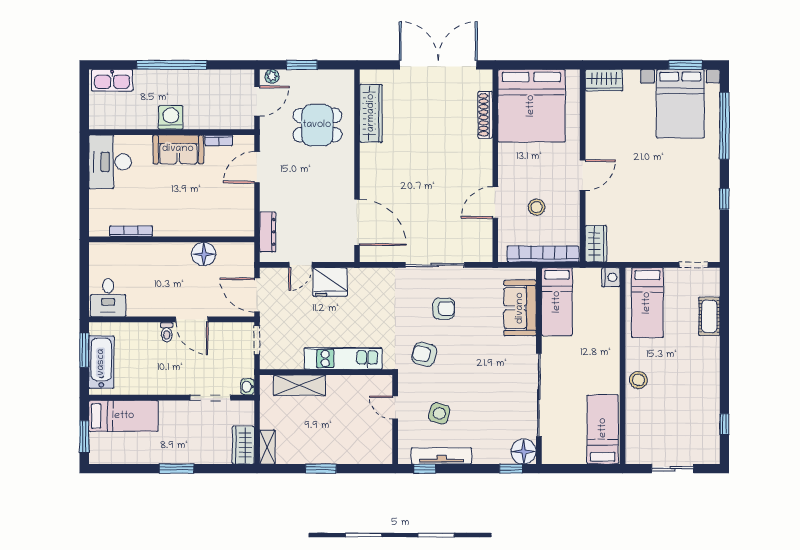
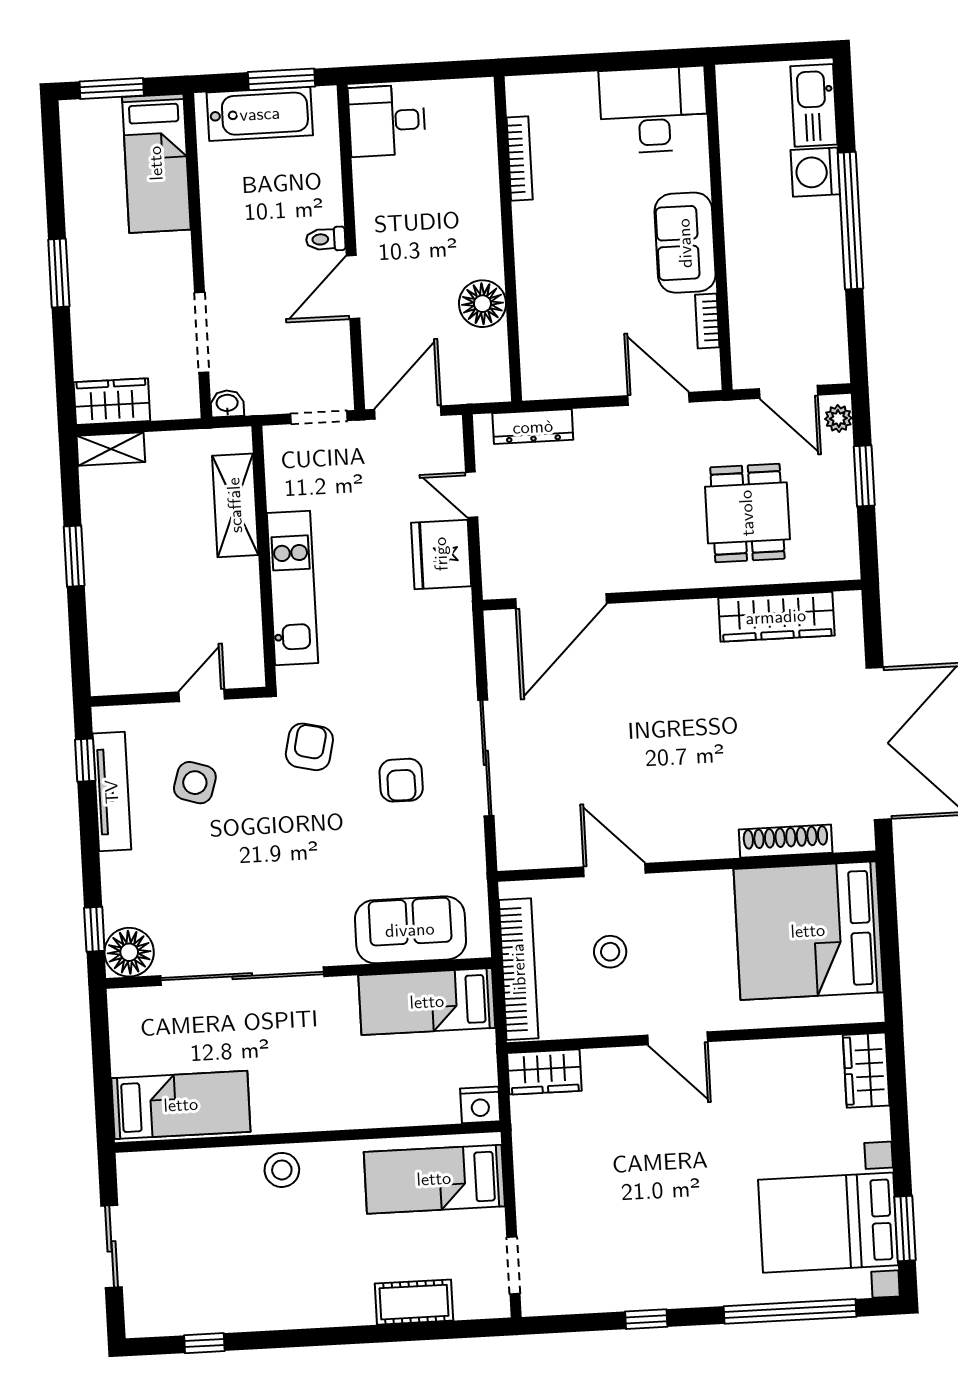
washing machine: (171, 117) -> (815, 172), moved, turned 180

